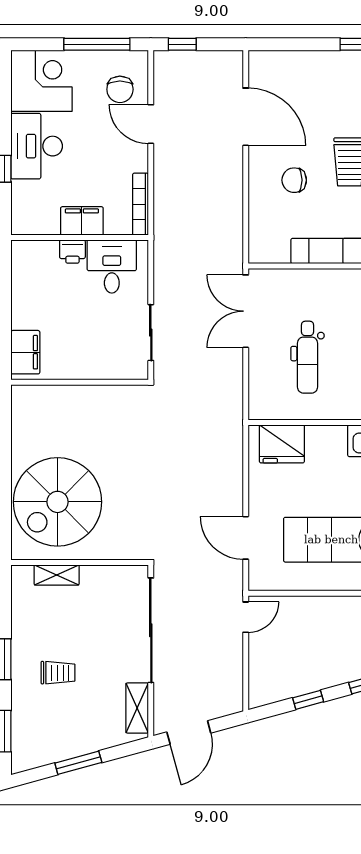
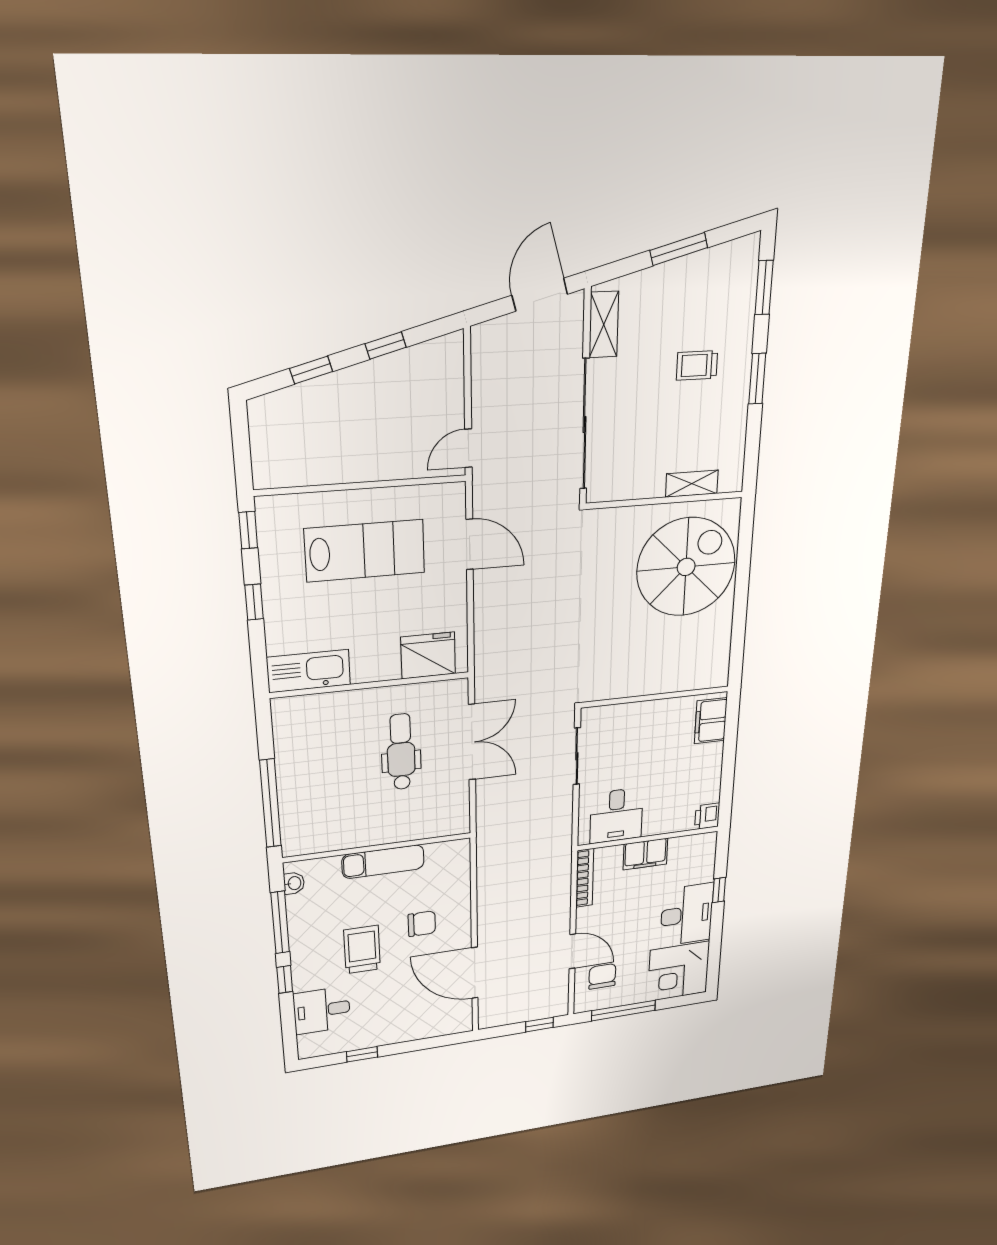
printer: (72, 252) -> (707, 816), moved, turned -90
double door: (246, 311) -> (472, 742), moved

